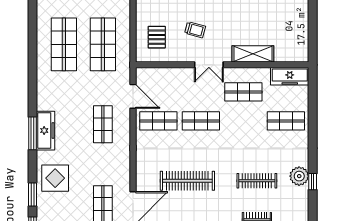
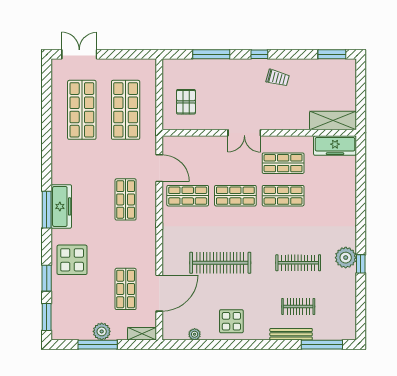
trolley: (195, 30) -> (278, 78), moved
shelving: (253, 54) -> (333, 120), moved
shop shelf: (286, 121) -> (283, 196), moved

